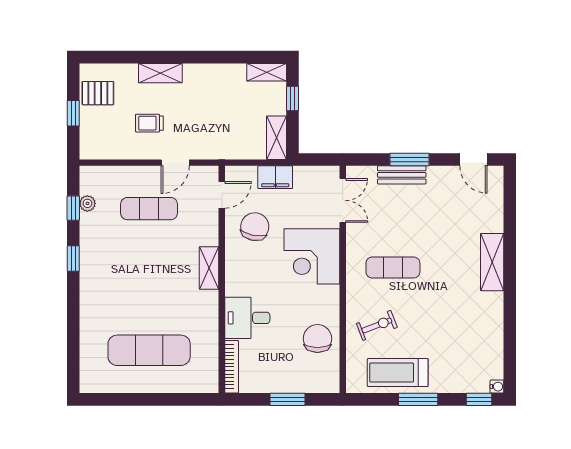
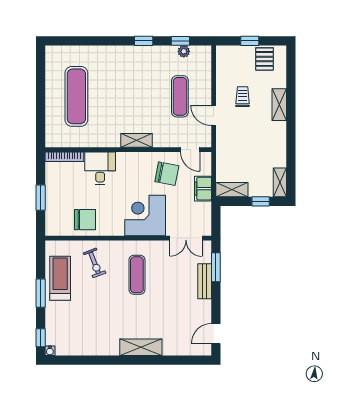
window: (410, 160) -> (216, 267), moved

